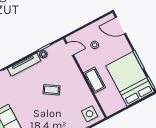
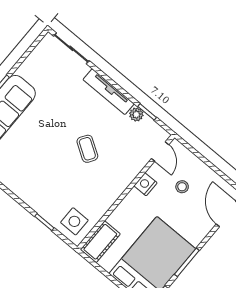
nightstand: (85, 65) -> (146, 184), added
cot: (95, 80) -> (100, 242), moved

